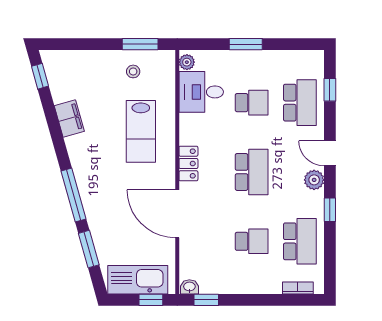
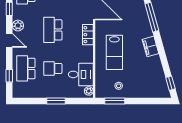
filing cabinet: (69, 118) -> (150, 46), moved
lab bench: (141, 131) -> (114, 52), turned 180

